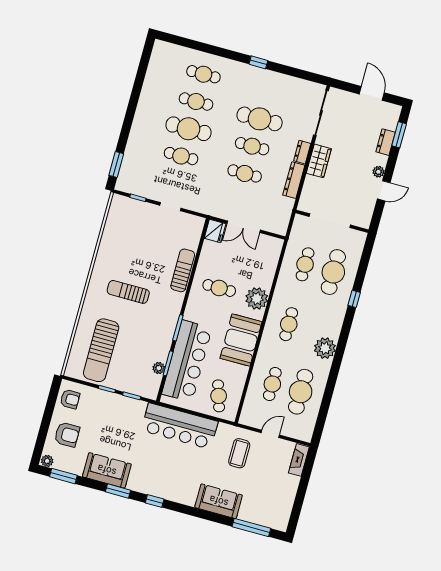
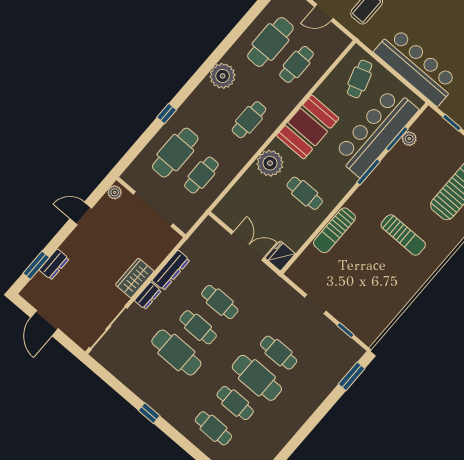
plant: (378, 172) -> (115, 192), moved

